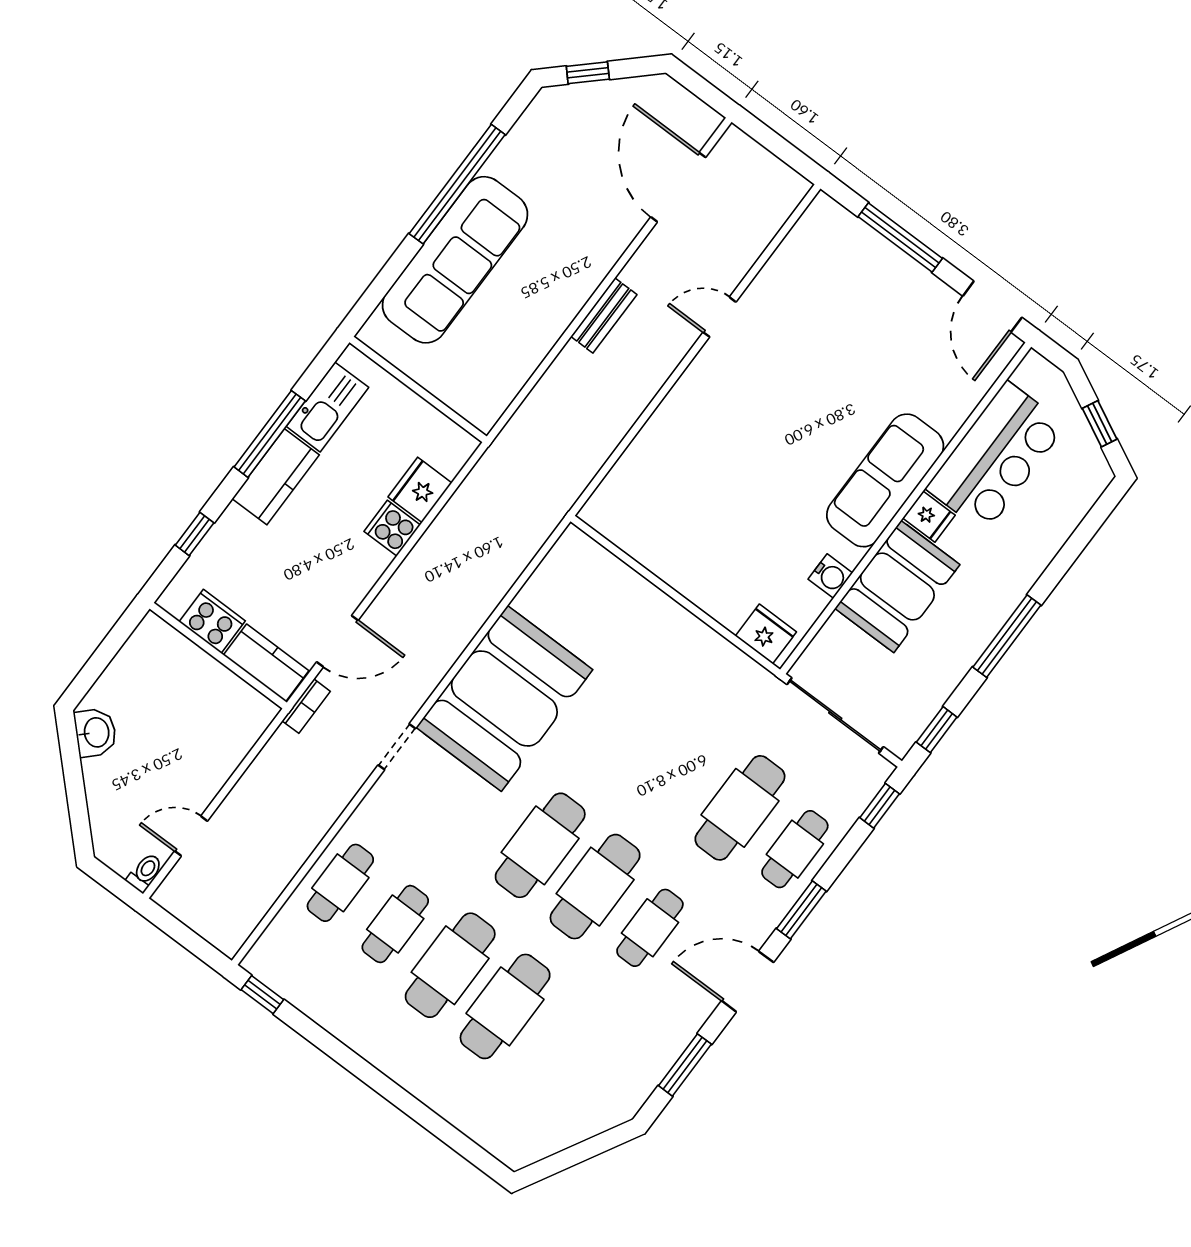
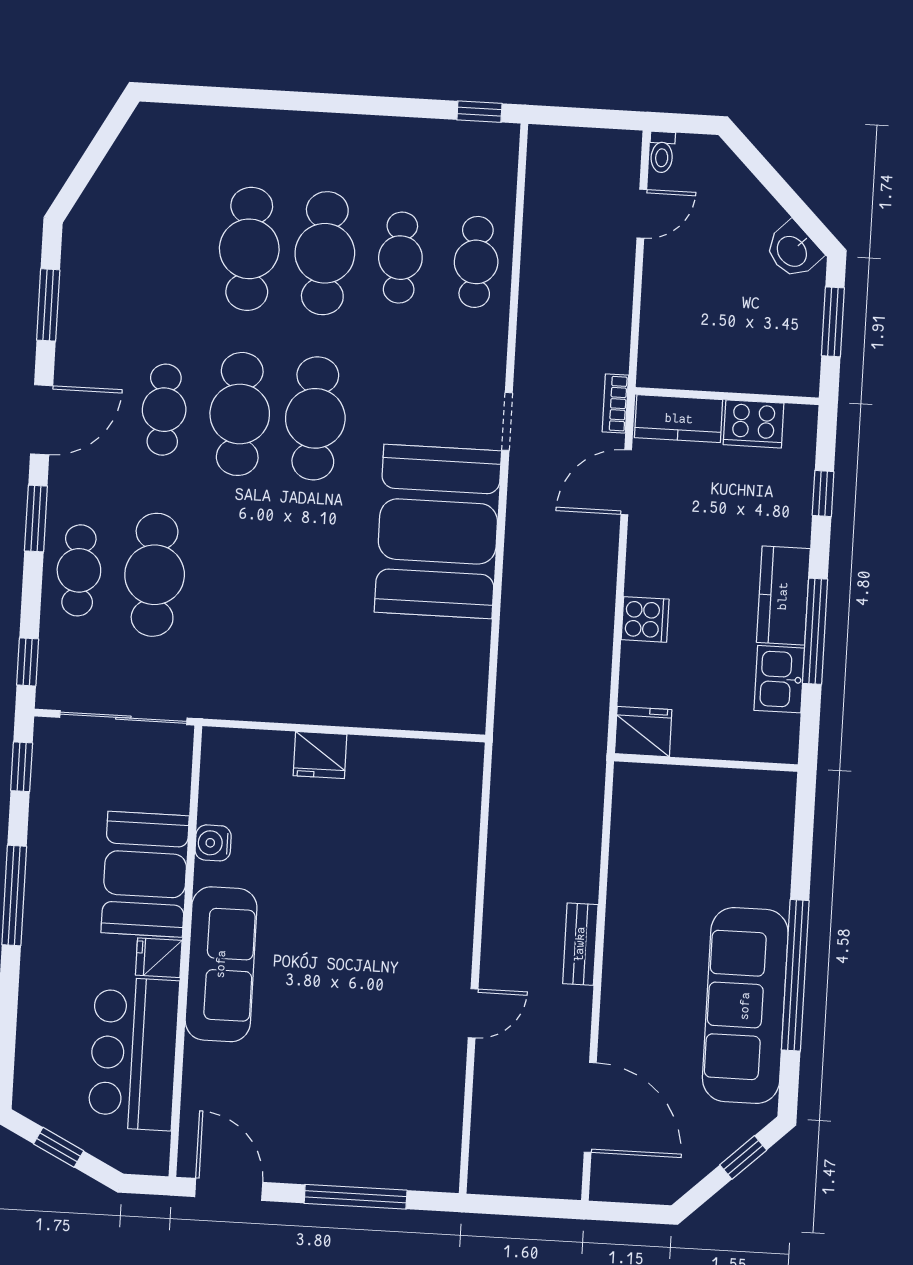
sofa: (455, 260) -> (745, 1006), moved
kitchen sink: (327, 407) -> (779, 679), width x0.73
fridge: (420, 490) -> (643, 732), moved, turned -90
fridge: (766, 634) -> (320, 755), moved
window: (101, 659) -> (833, 322), added

